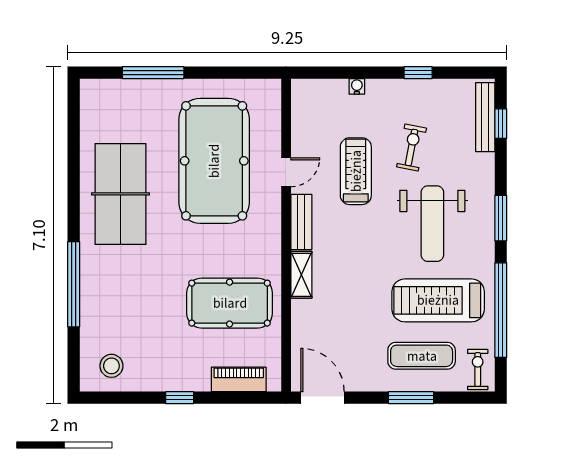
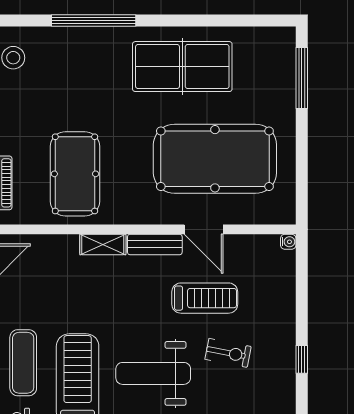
window: (153, 73) -> (302, 78), moved
water cooler: (357, 86) -> (288, 242), moved
door: (286, 172) -> (204, 229), width x1.38

